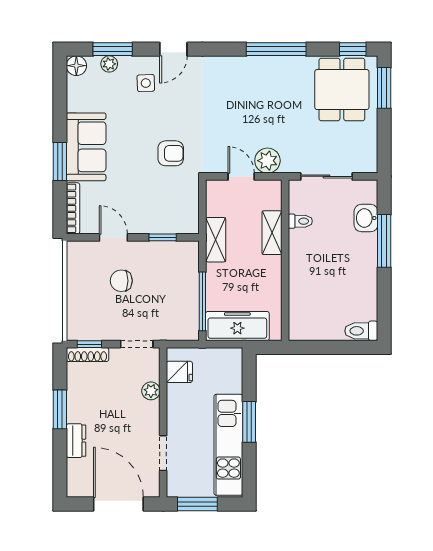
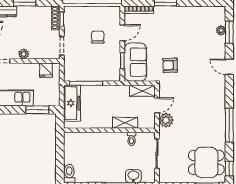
floor lamp: (76, 66) -> (220, 12), removed
side table: (146, 83) -> (210, 51), removed
sofa: (86, 147) -> (135, 62), moved, turned -90
armchair: (171, 153) -> (170, 65), turned 88
shelving: (216, 240) -> (142, 91), moved
plant: (151, 391) -> (24, 54), moved
window: (249, 422) -> (37, 110), moved

